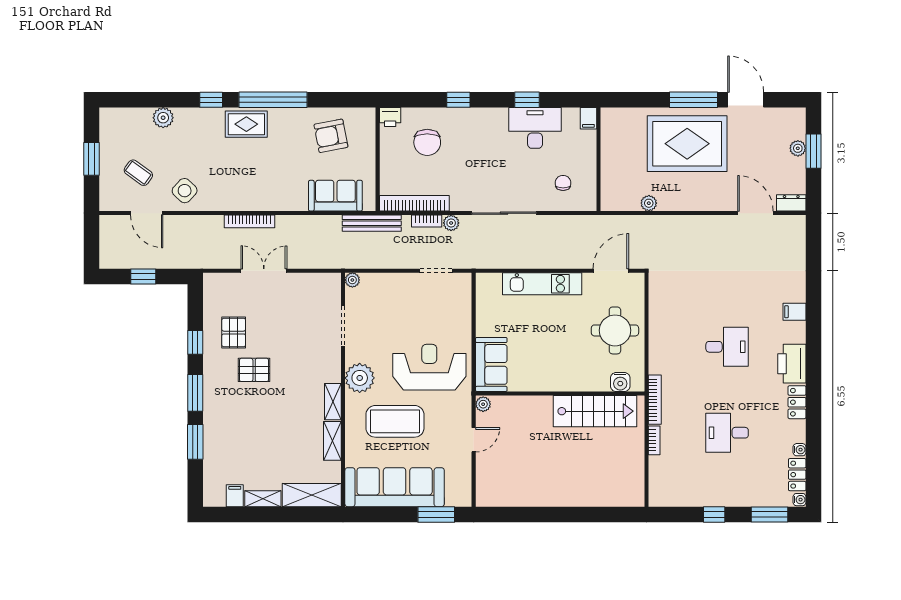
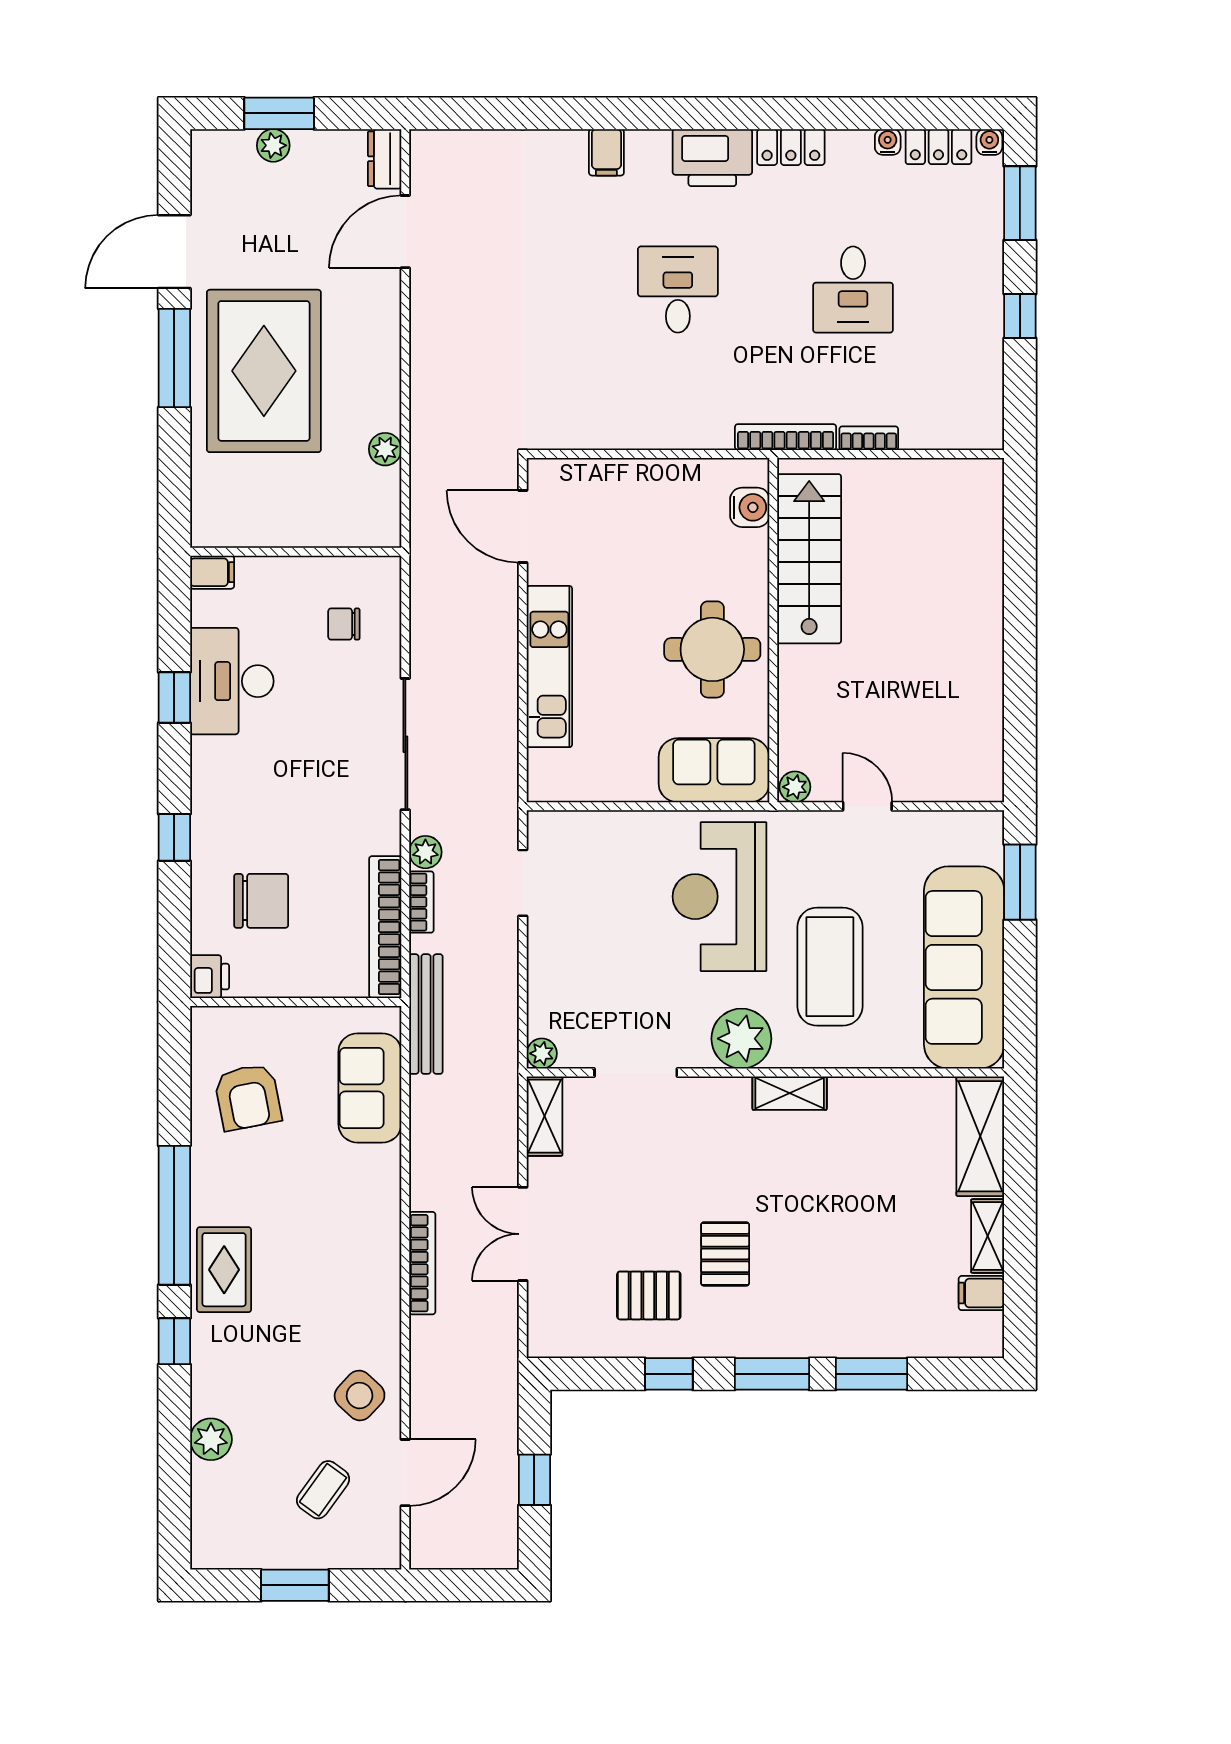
round table: (615, 330) -> (712, 649), moved
shelving: (332, 441) -> (545, 1116), moved, turned 90

